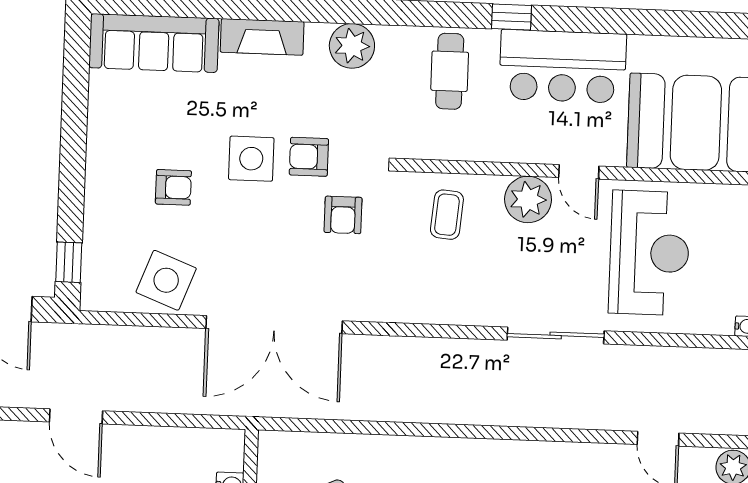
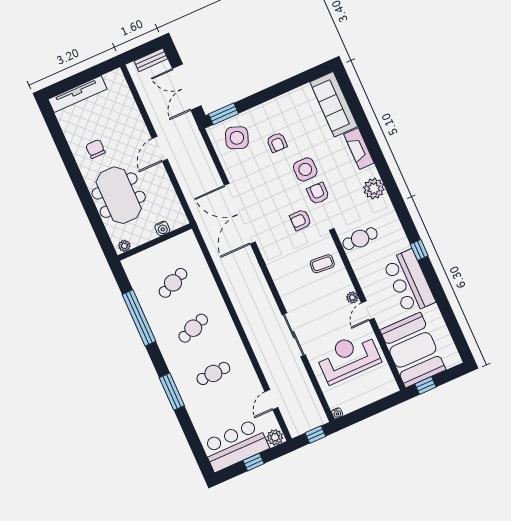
cafe table: (450, 71) -> (360, 239), moved
plant: (528, 199) -> (352, 297), width x0.53, depth x0.53
reception desk: (649, 253) -> (348, 357), turned 180
window: (69, 262) -> (223, 114), width x1.50
side table: (166, 280) -> (237, 138), moved

